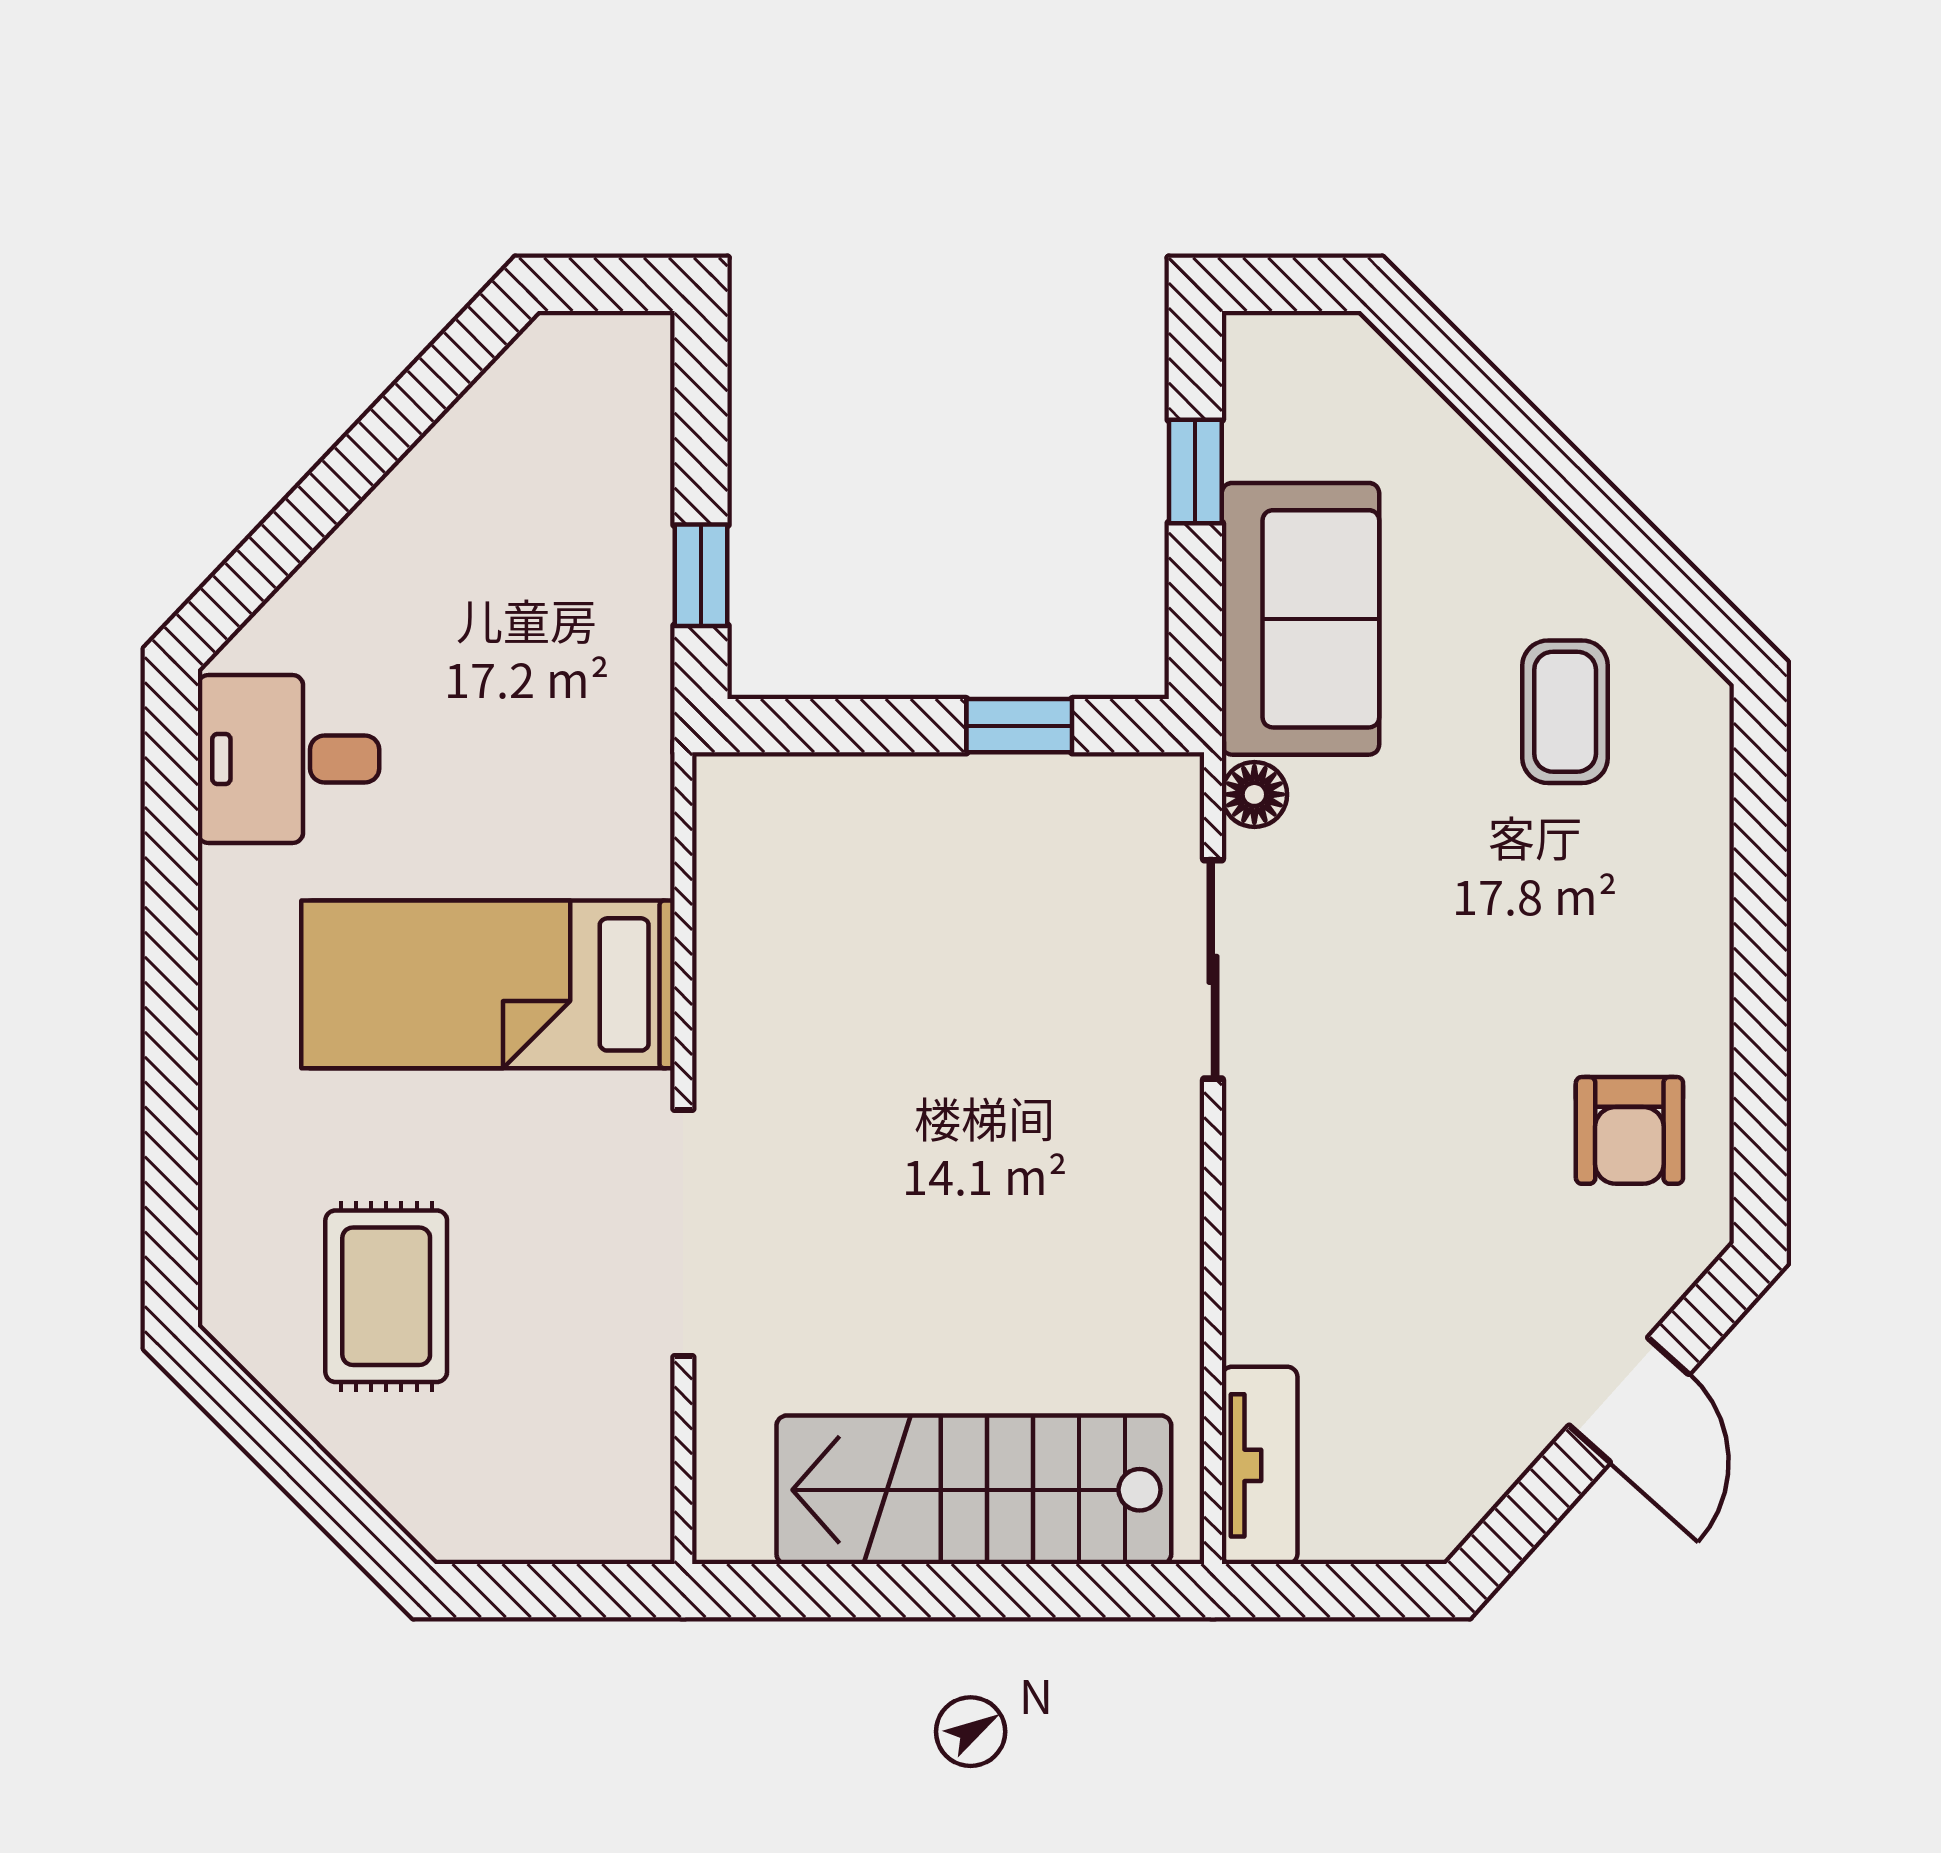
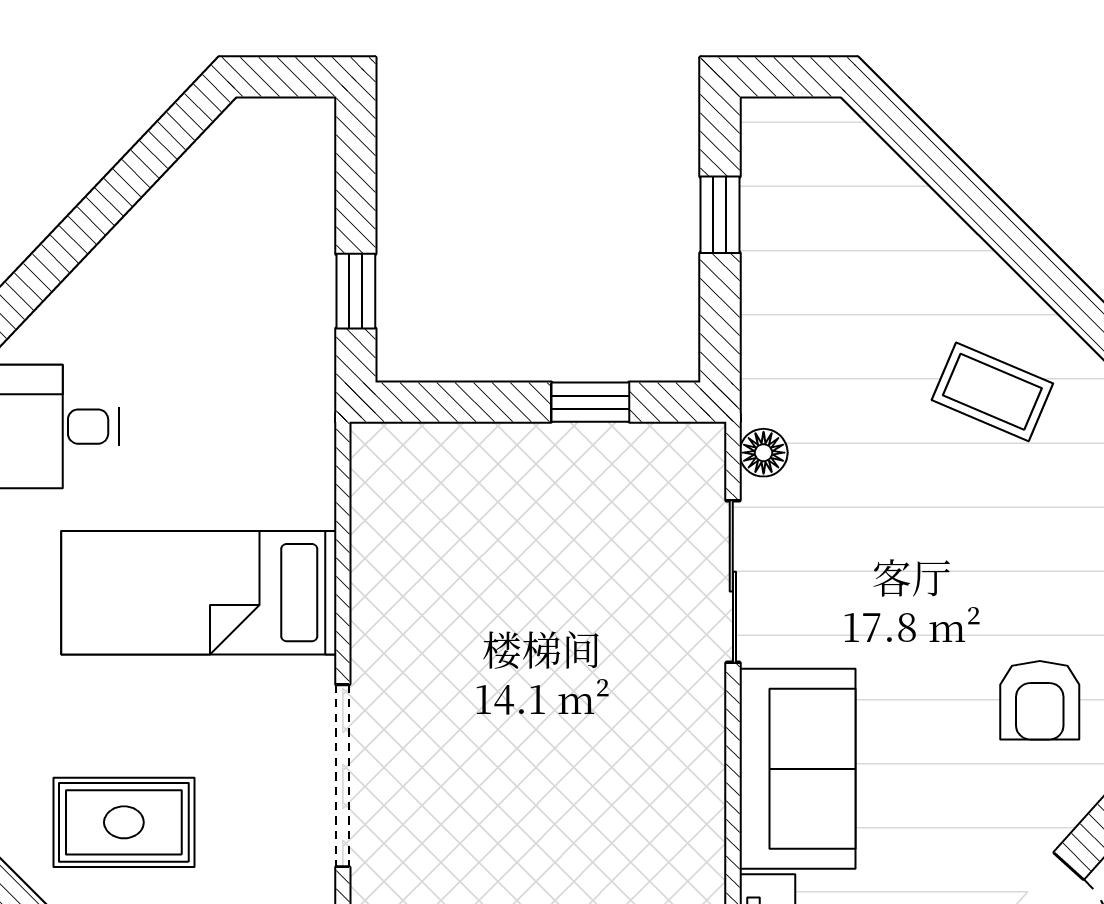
sofa: (1300, 619) -> (797, 769), moved
coffee table: (1565, 712) -> (992, 392), turned -67
rug: (386, 1296) -> (124, 822), turned 90

